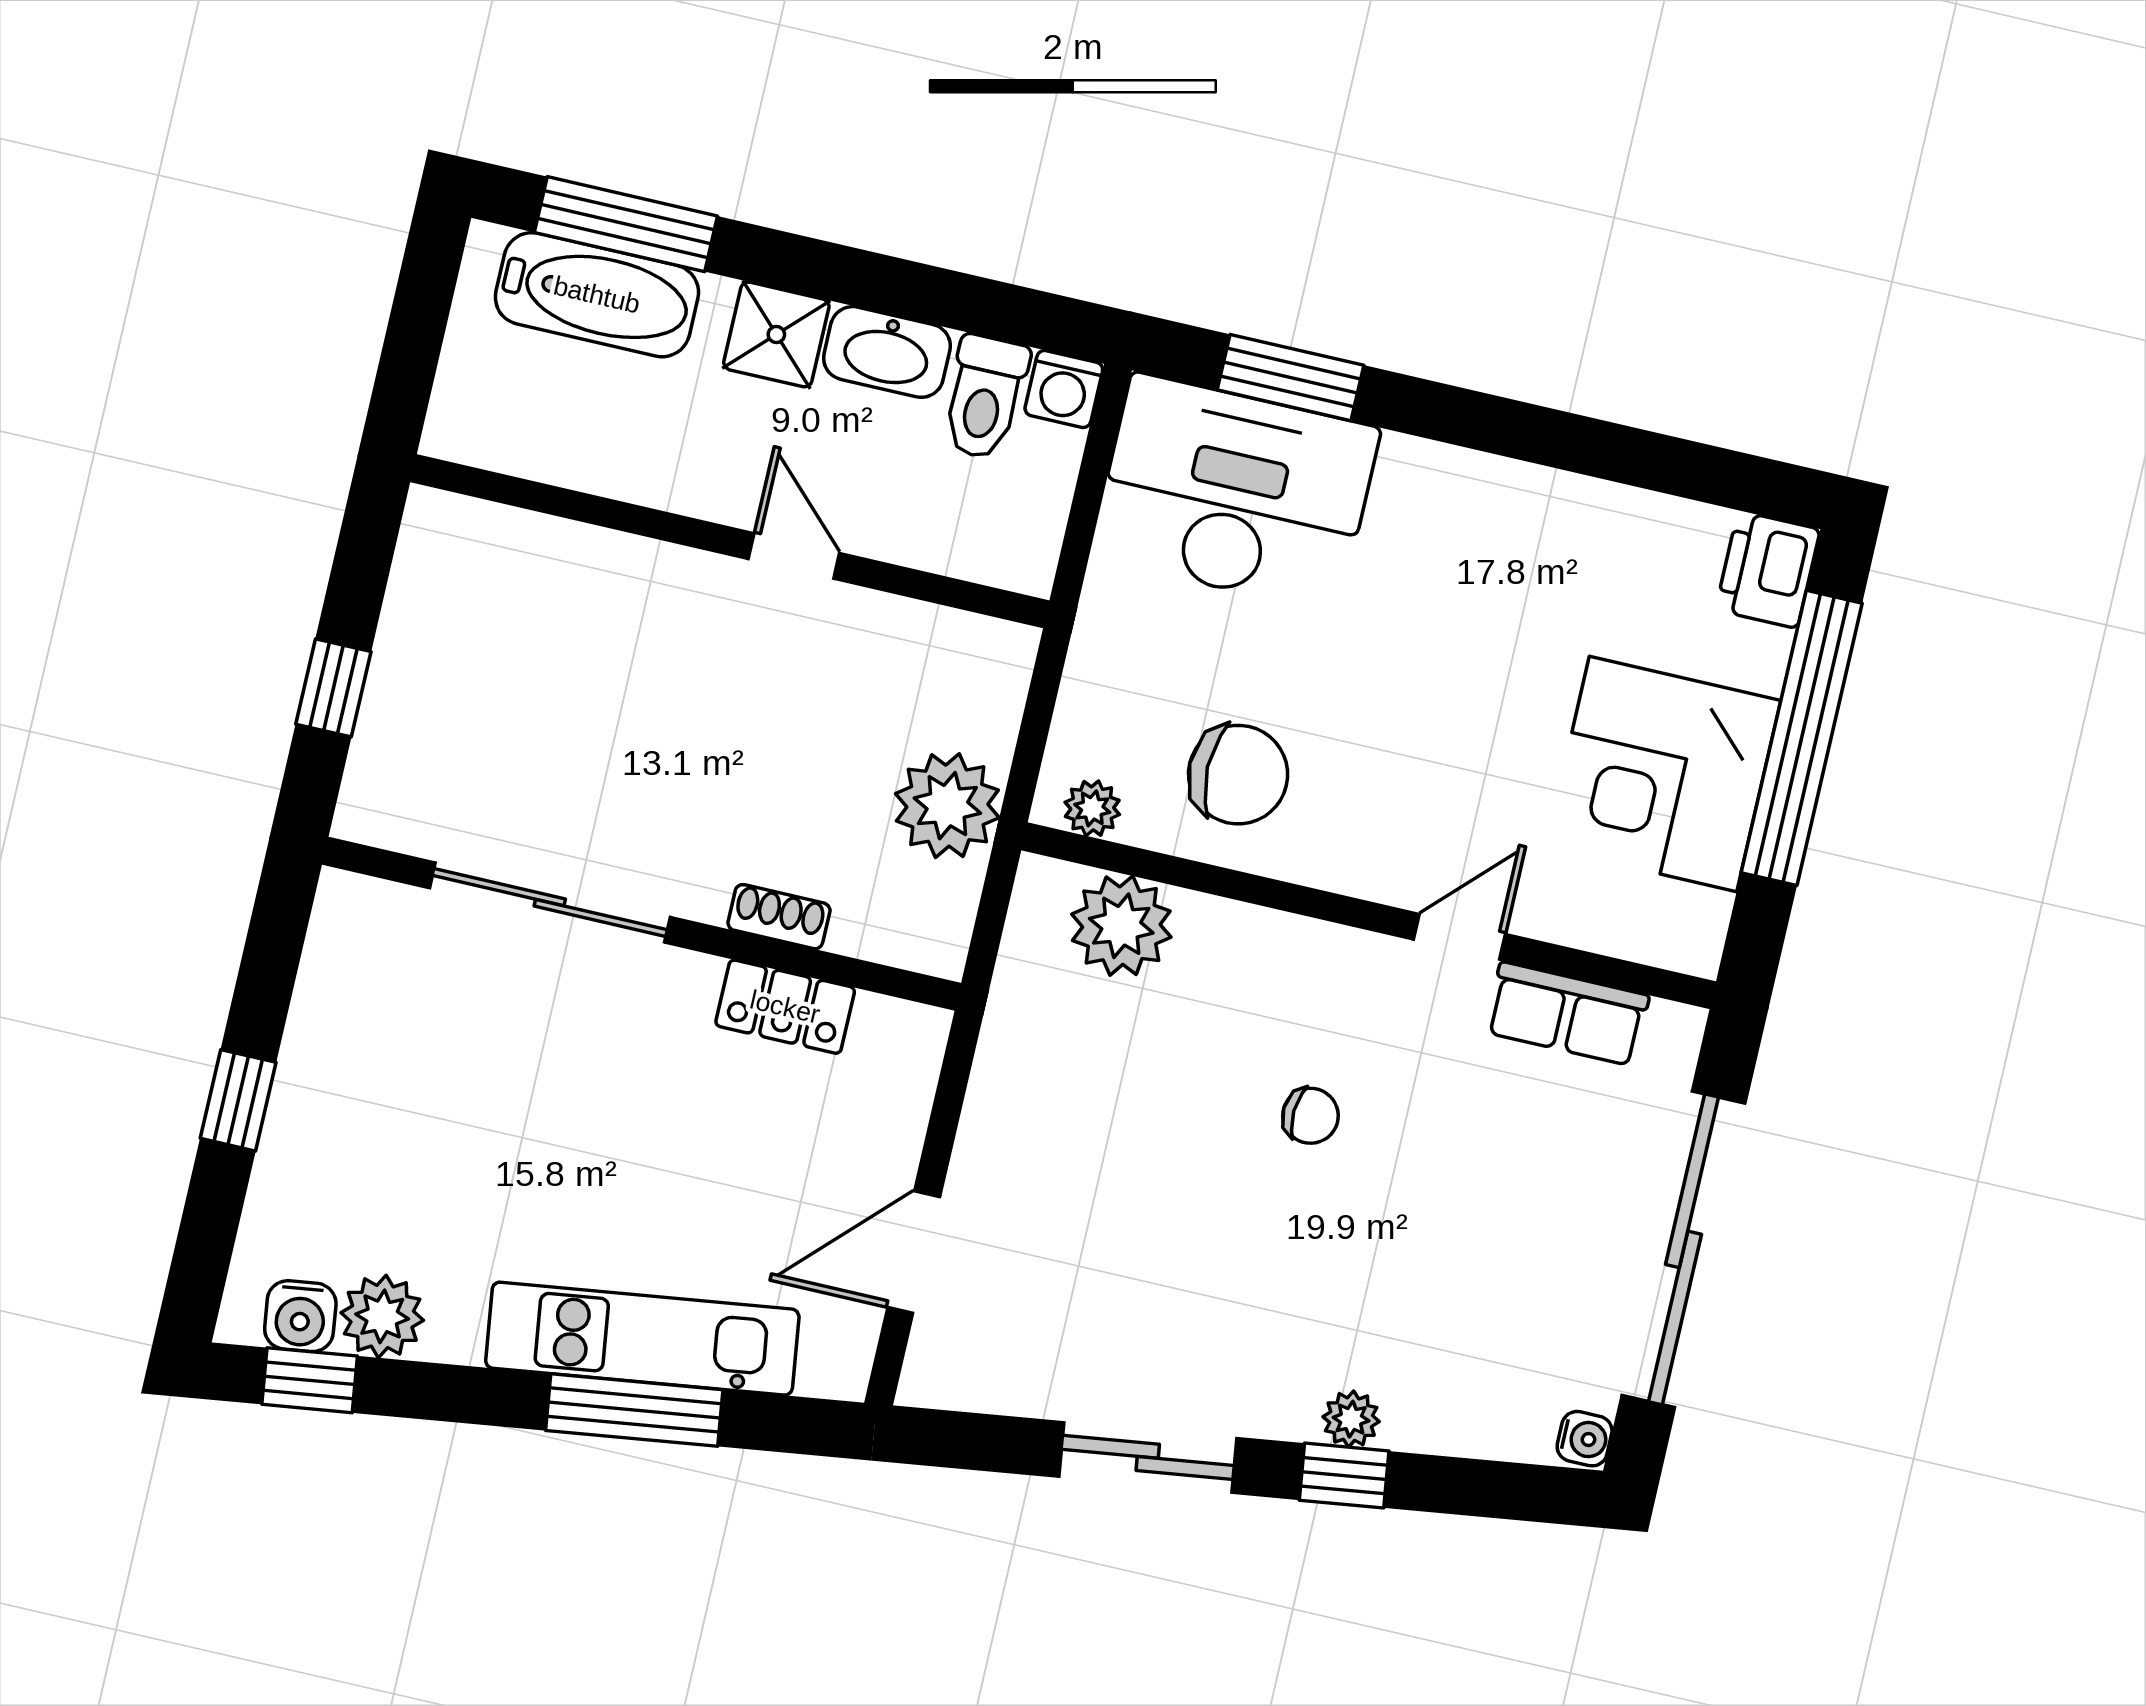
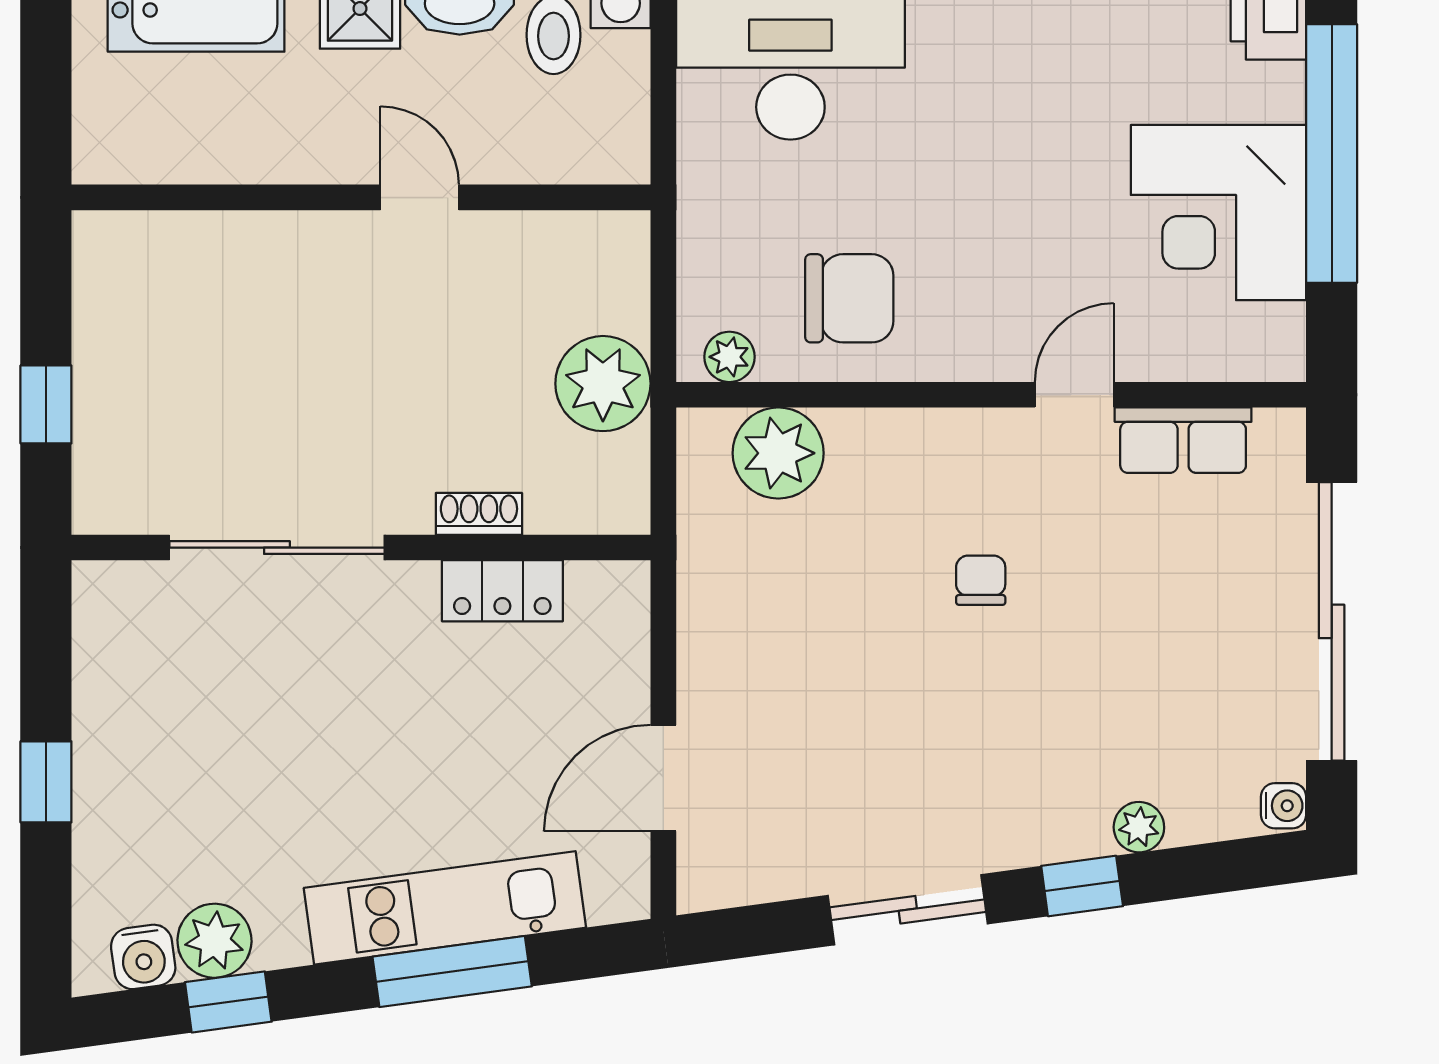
chair: (1311, 1116) -> (981, 580), turned -93
window: (310, 1380) -> (228, 1002), moved
plant: (1351, 1419) -> (1139, 827), moved

